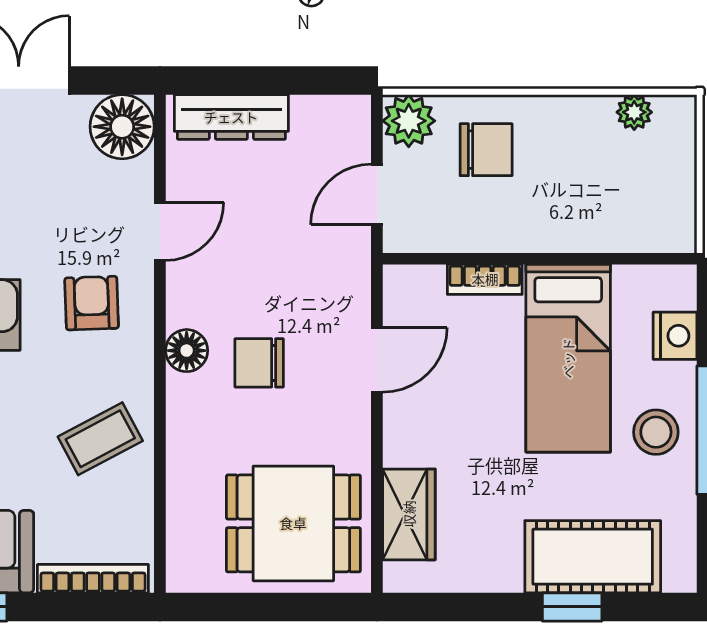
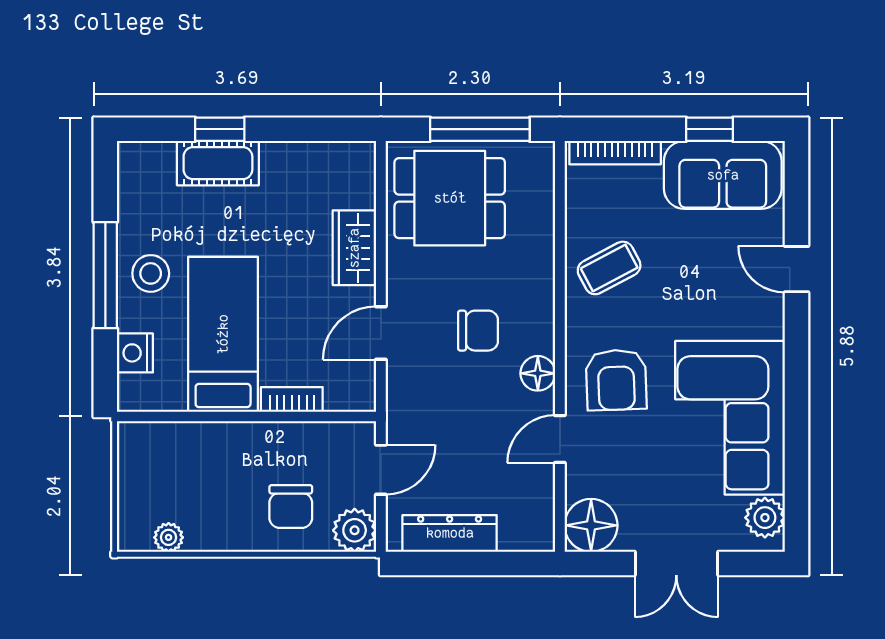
dresser: (231, 117) -> (450, 533), moved
chair: (486, 150) -> (291, 506), turned -90
armchair: (92, 303) -> (616, 380), width x1.38, depth x1.38
floor lamp: (187, 351) -> (538, 373), moved
wardrobe: (409, 514) -> (354, 248), moved
cot: (593, 557) -> (218, 163), width x0.73, depth x0.75
window: (257, 607) -> (480, 129), added

